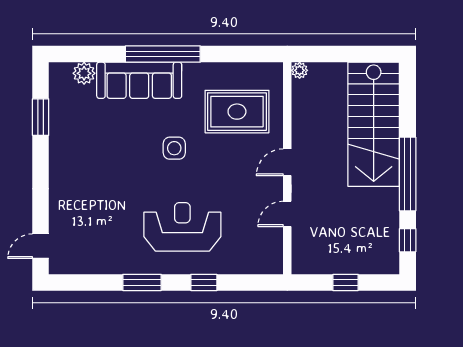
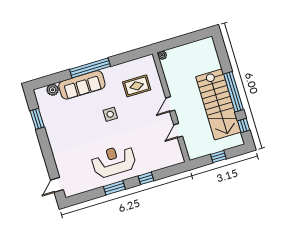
rug: (237, 112) -> (137, 86), width x0.73, depth x0.70
stairs: (374, 124) -> (218, 104), moved
reception desk: (182, 227) -> (114, 161), moved

